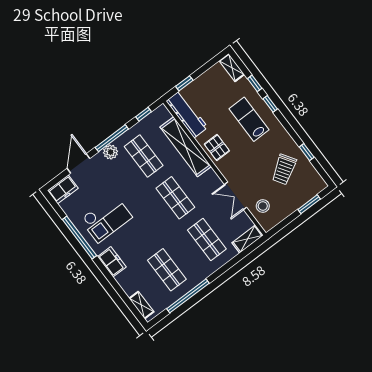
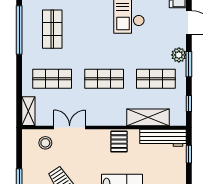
window: (112, 138) -> (189, 64), width x0.69
shelving: (186, 147) -> (148, 117), width x0.68
pallet: (217, 147) -> (119, 142), turned 90
shop shelf: (167, 270) -> (52, 29), turned 90

